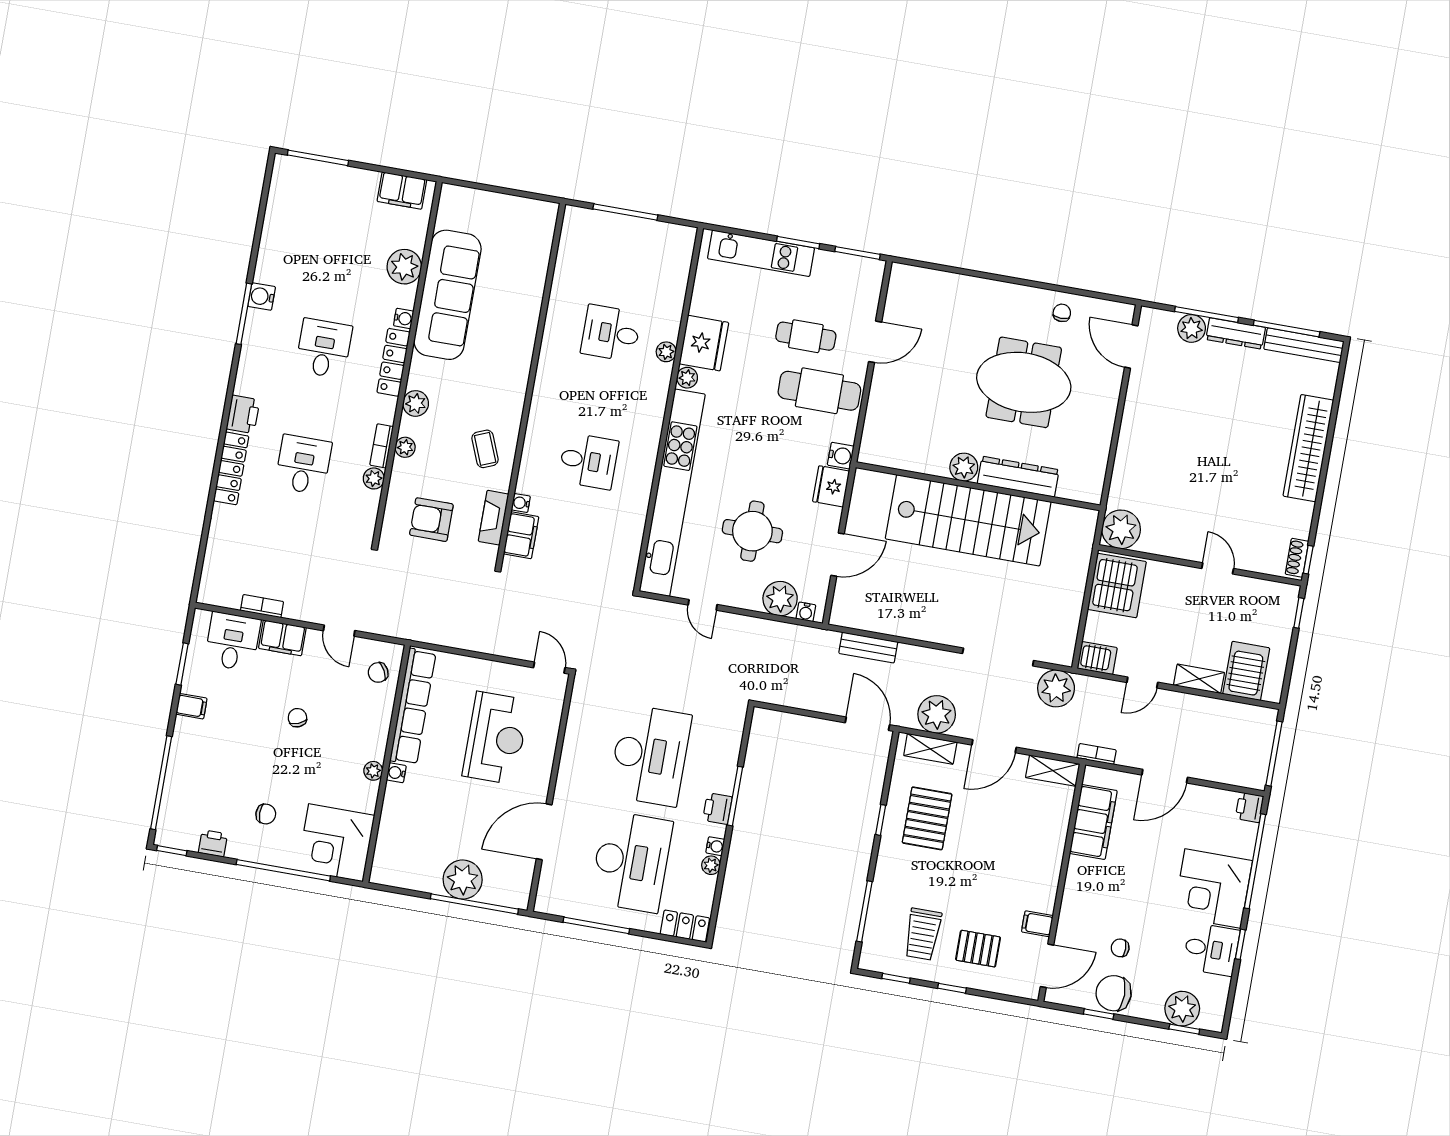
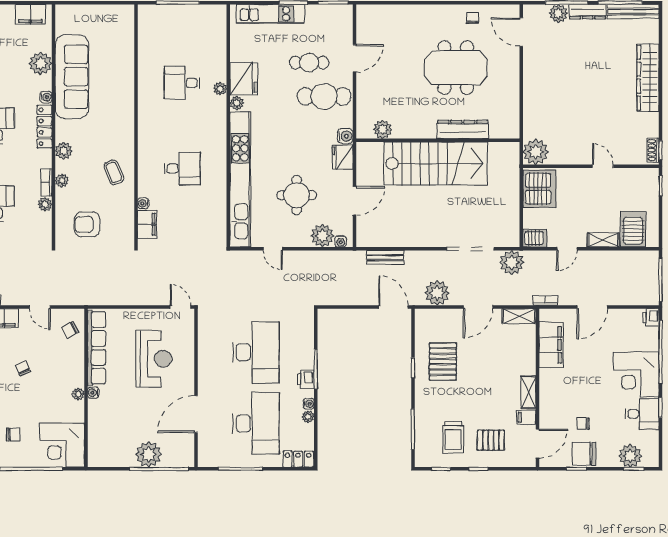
plant: (964, 467) -> (383, 129), moved
fireplace: (493, 518) -> (127, 216), removed
shelving: (930, 749) -> (528, 392), moved, turned 90

